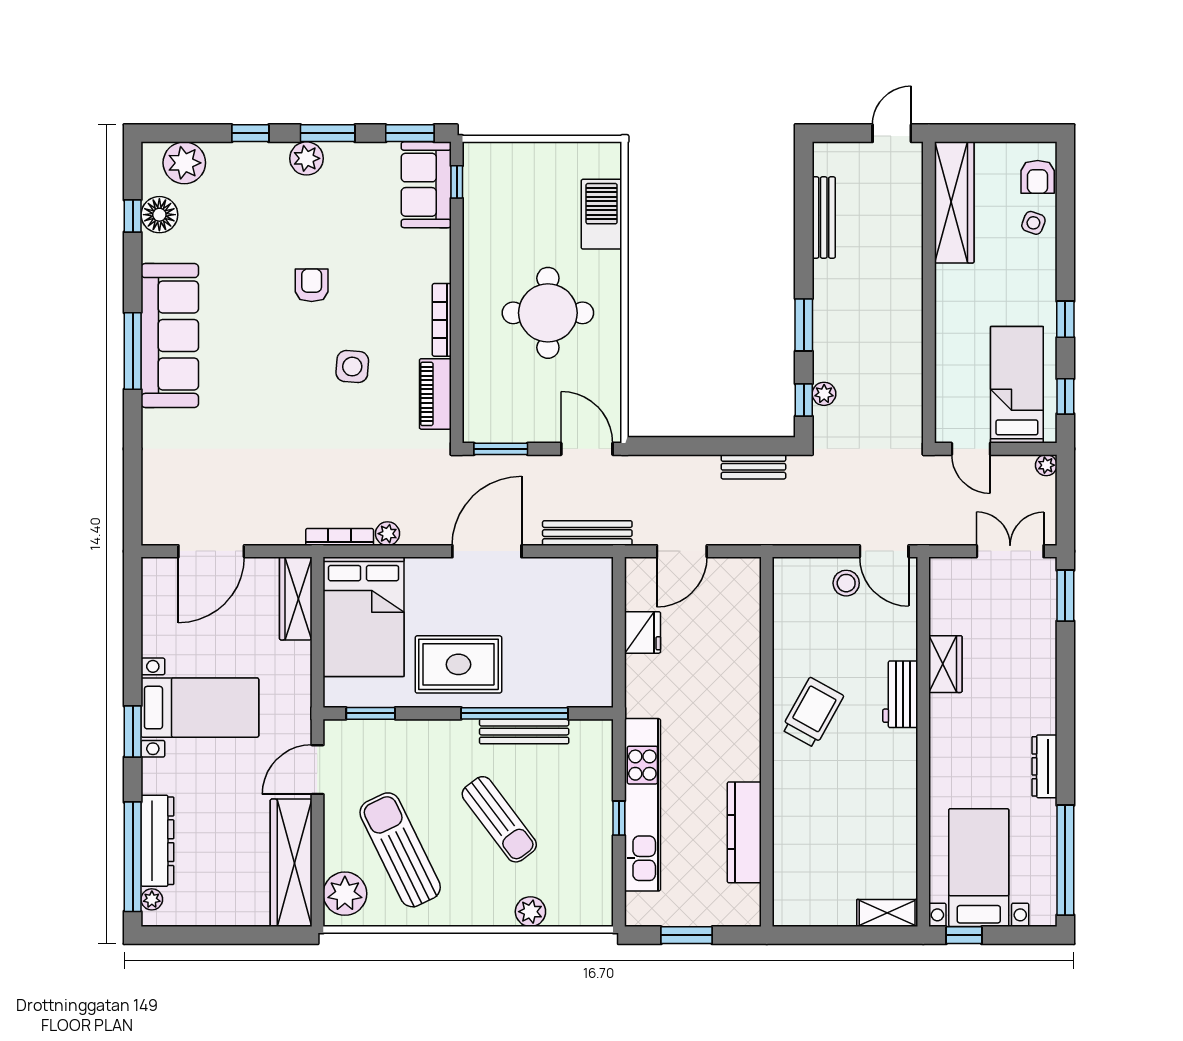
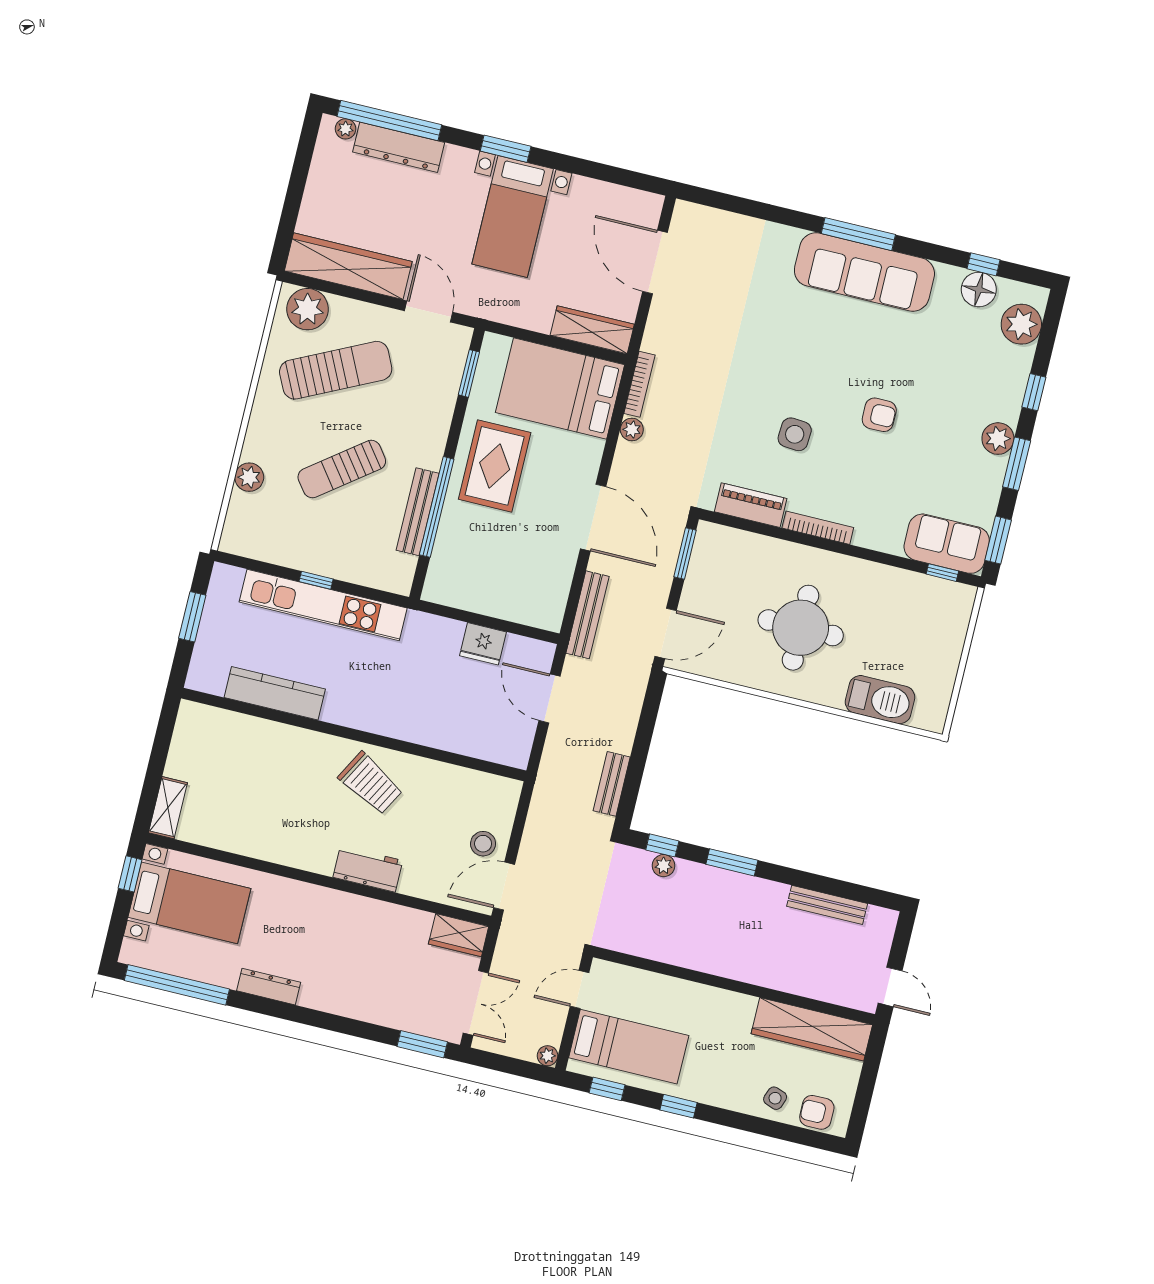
wardrobe: (945, 664) -> (459, 935), moved

